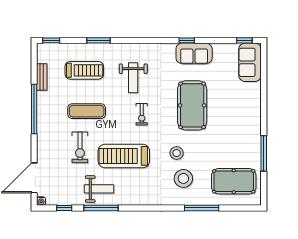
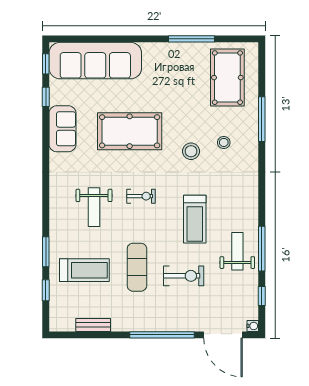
window: (51, 40) -> (46, 290), moved
window: (187, 40) -> (46, 97), moved
sofa: (250, 62) -> (95, 61), width x1.85, depth x1.27
treadmill: (84, 70) -> (84, 270), turned 90
weight bench: (133, 78) -> (94, 207), turned 90
window: (34, 109) -> (162, 335), moved
treadmill: (124, 156) -> (195, 219), width x0.73, depth x0.73
stool: (183, 178) -> (224, 142), width x0.53, depth x0.53

